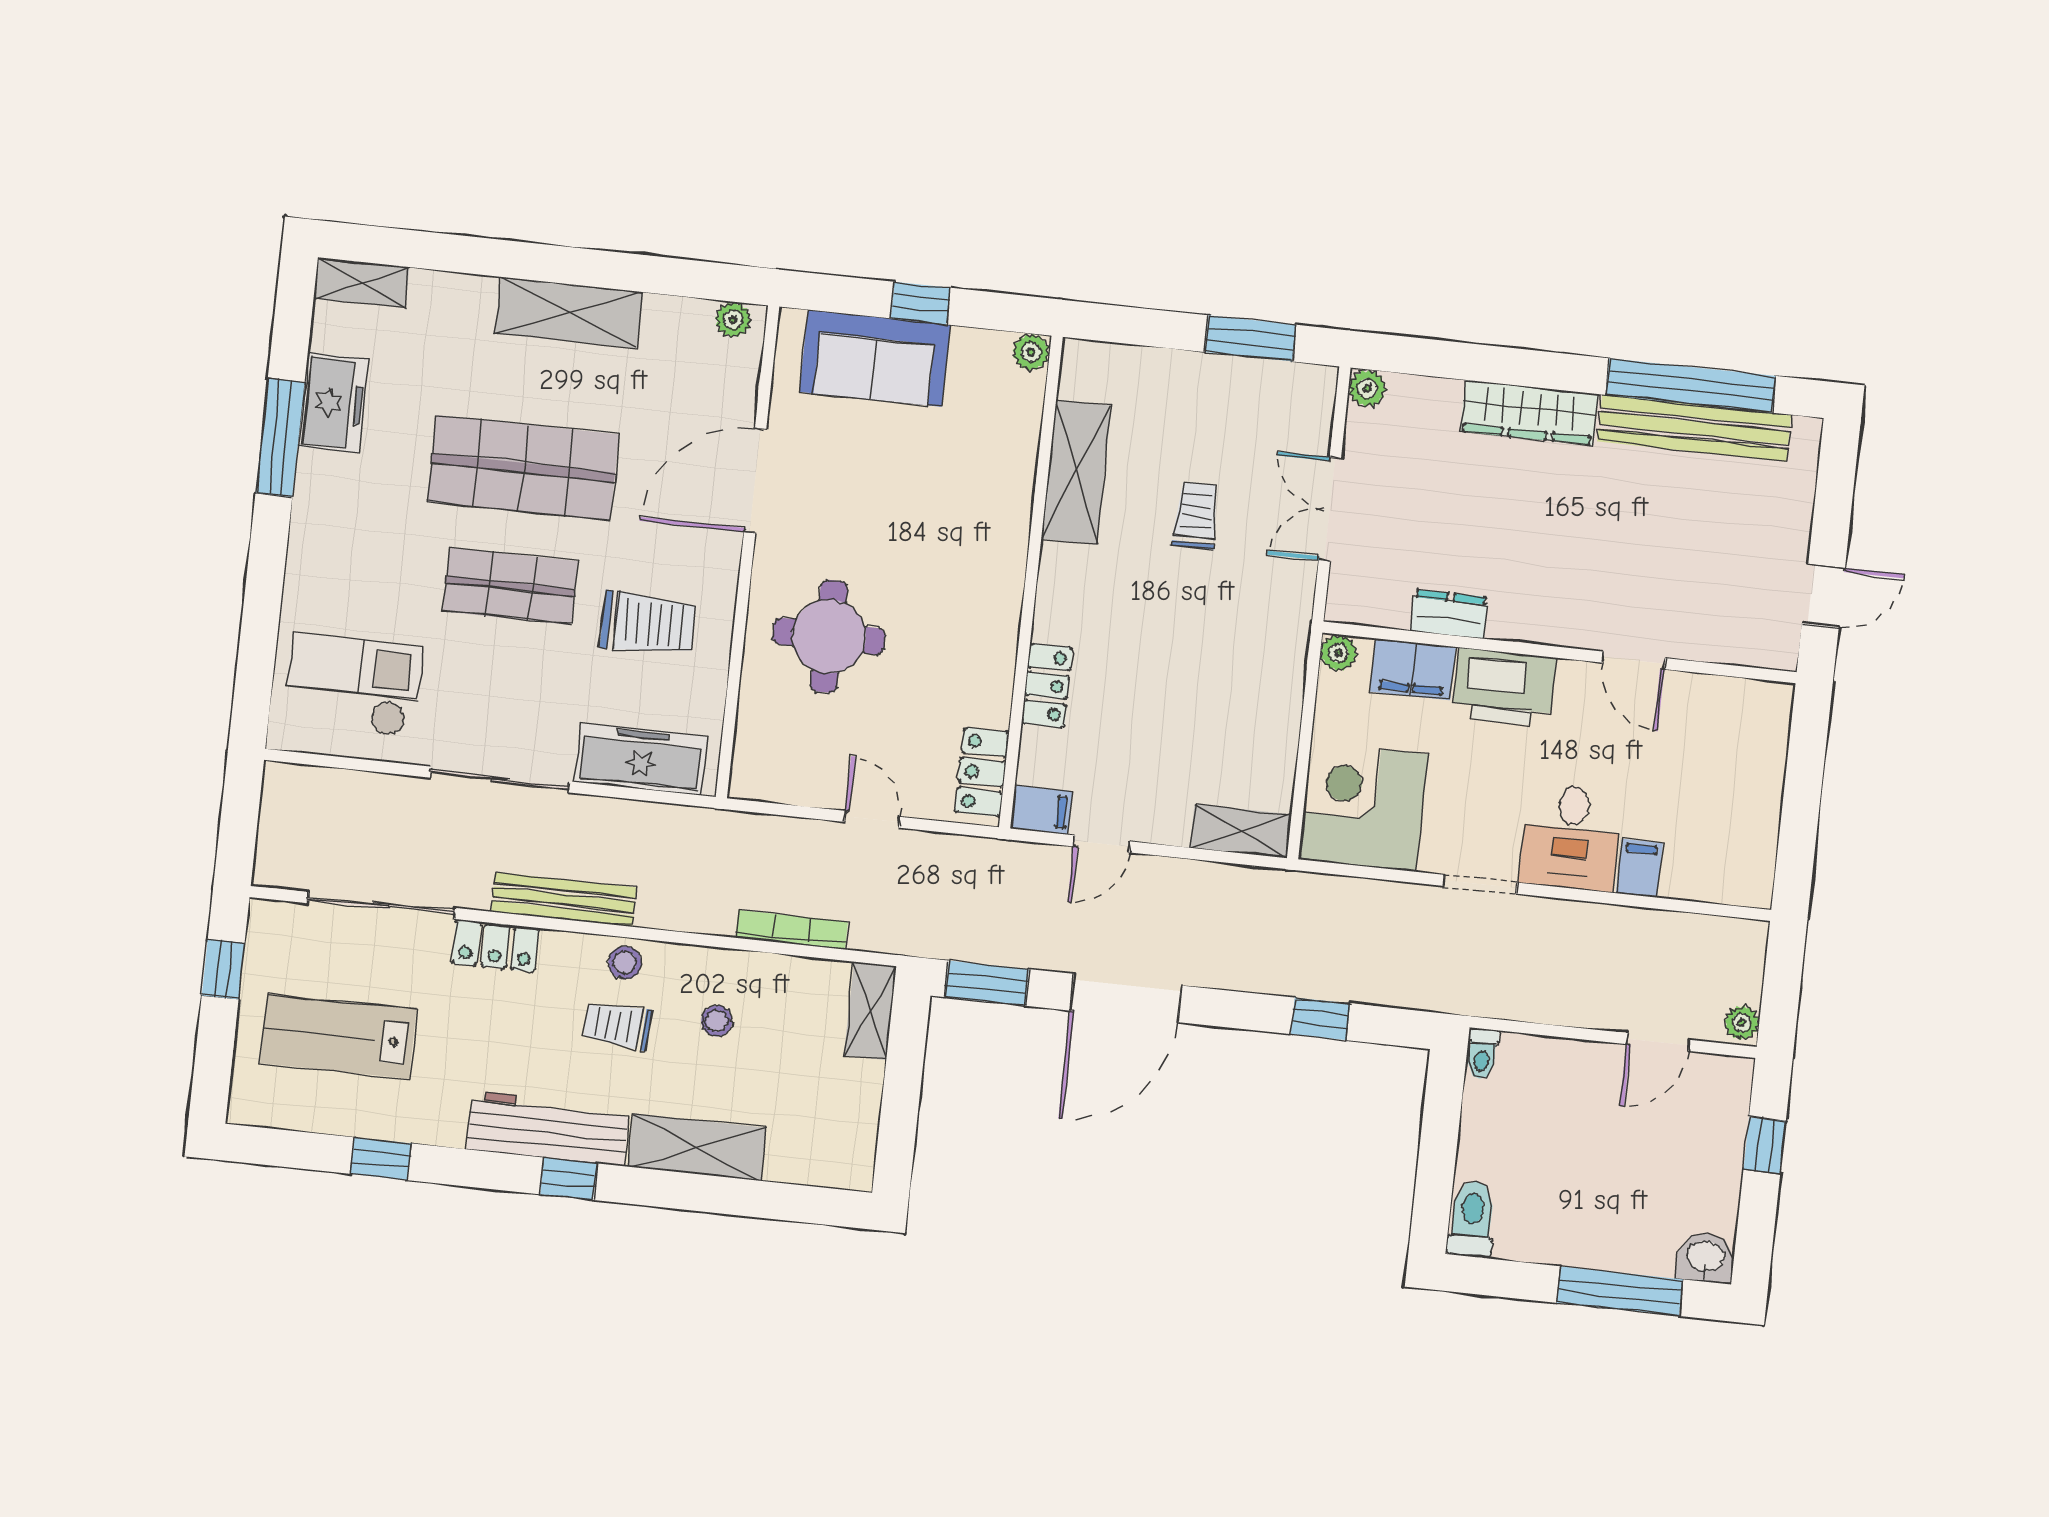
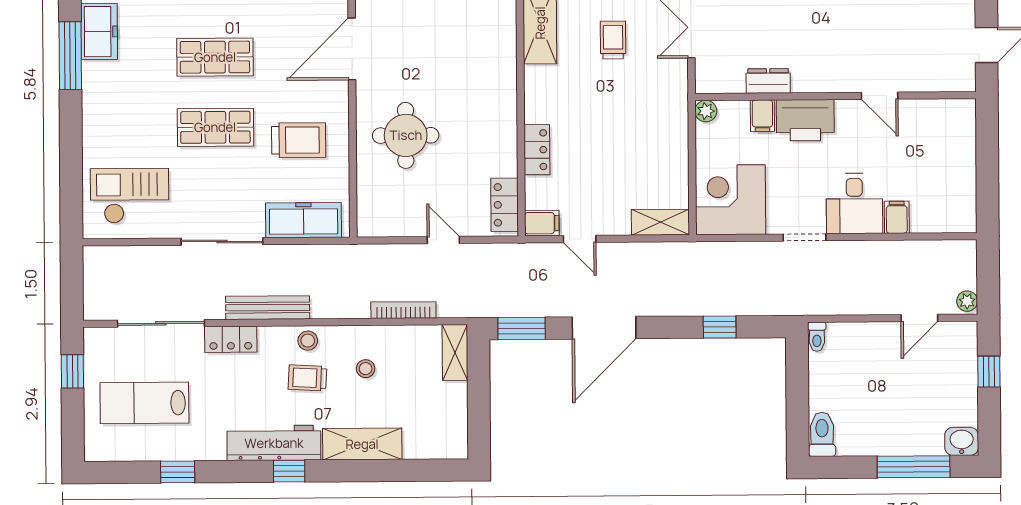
shop shelf: (523, 468) -> (215, 57), width x0.70, depth x0.74
filing cabinet: (1413, 669) -> (762, 116), width x0.50
door: (1102, 844) -> (580, 239), hinge flipped

